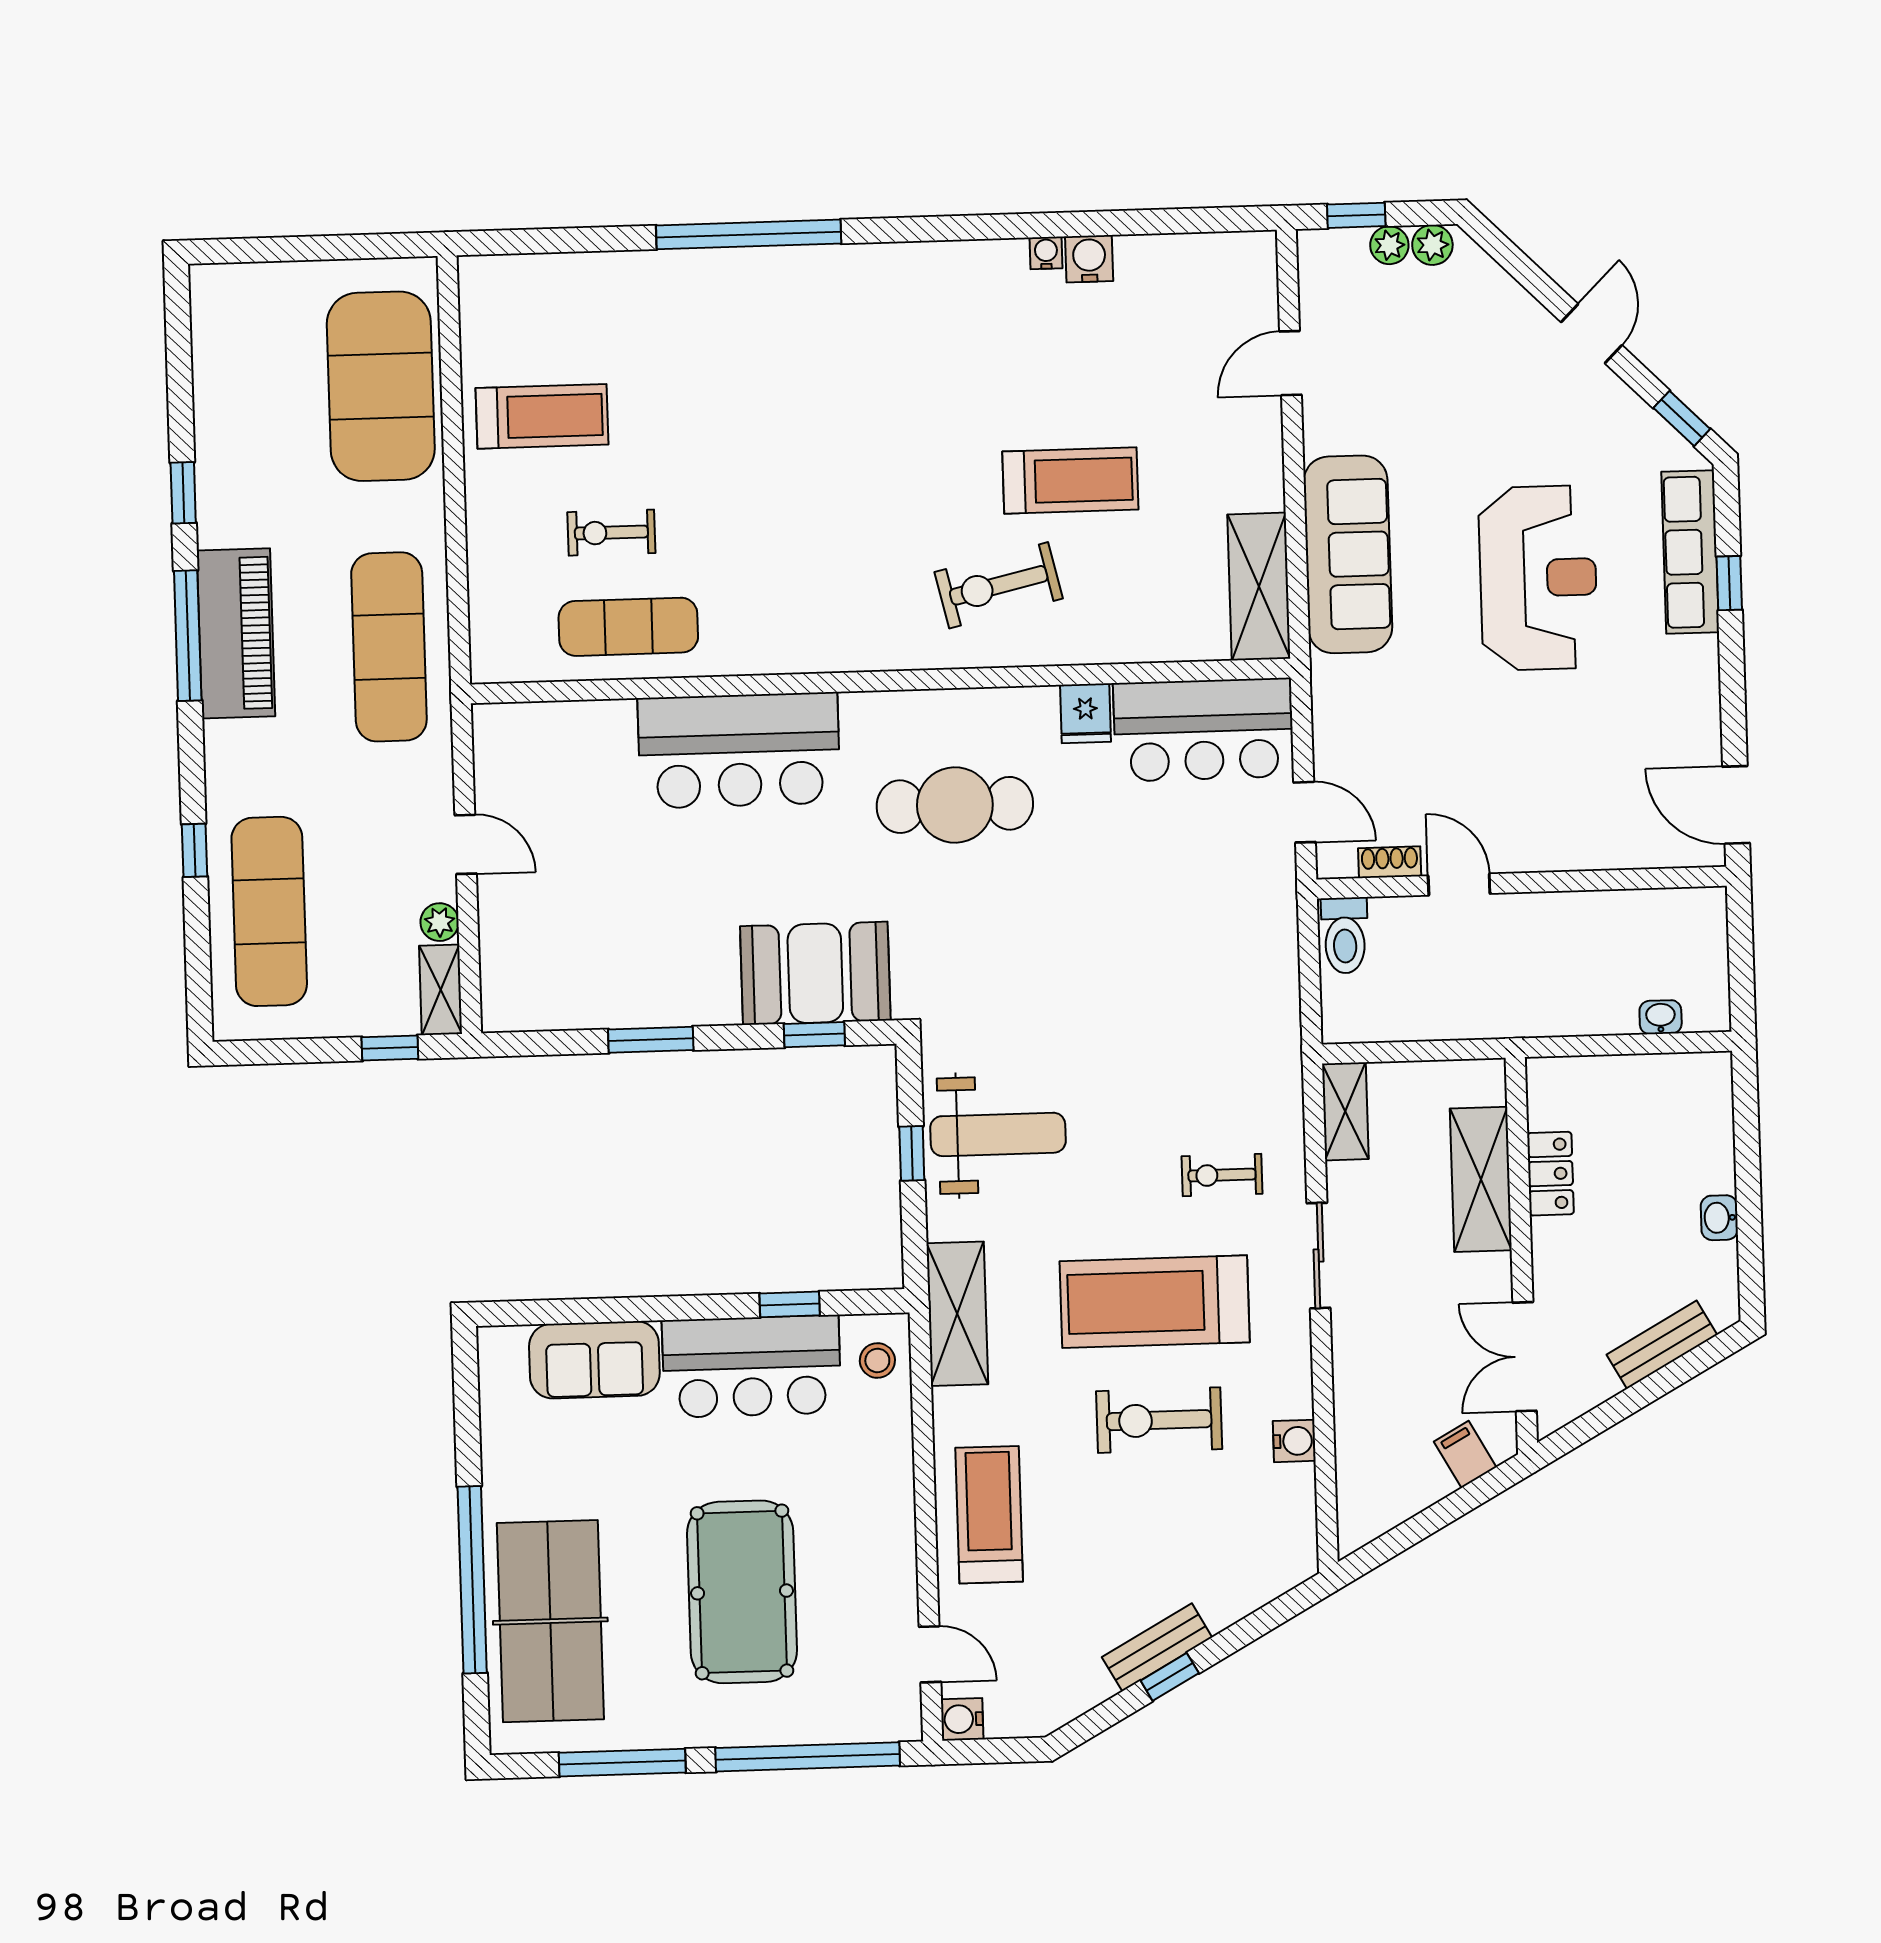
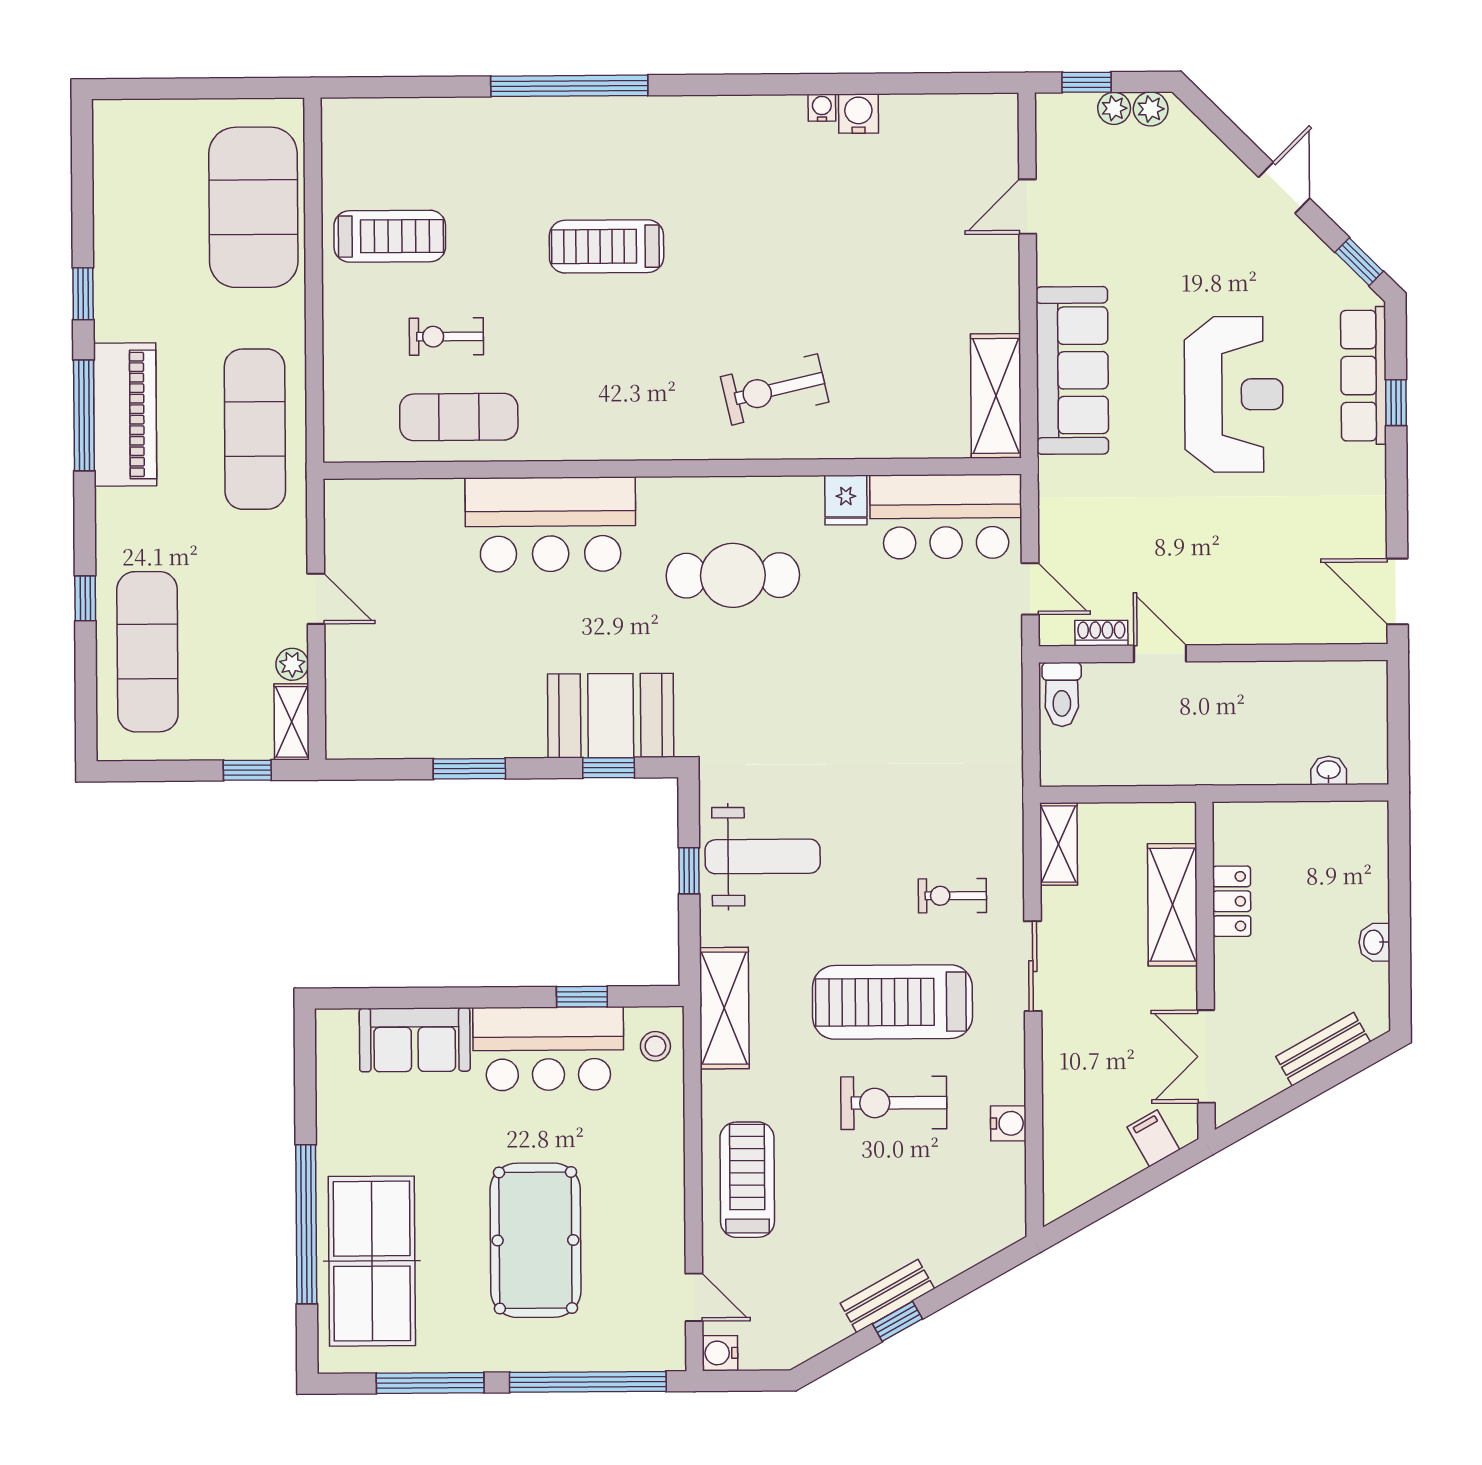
treadmill: (1070, 481) -> (606, 246), moved, turned 180

